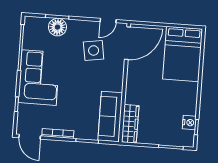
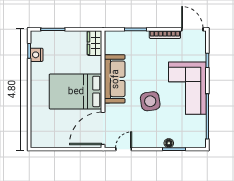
floor lamp: (57, 27) -> (169, 143), width x0.53, depth x0.53
side table: (94, 50) -> (150, 101), moved
bed: (183, 54) -> (76, 91), moved, turned -90
sofa: (110, 117) -> (115, 79), moved
wardrobe: (130, 124) -> (95, 43), width x0.67

